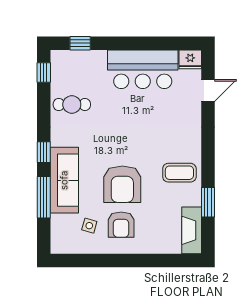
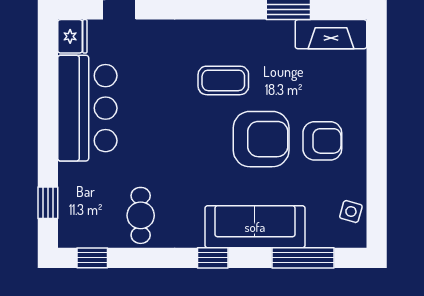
coffee table: (179, 173) -> (223, 80), moved, turned 90
window: (44, 197) -> (303, 258), moved
side table: (89, 226) -> (351, 212), moved

